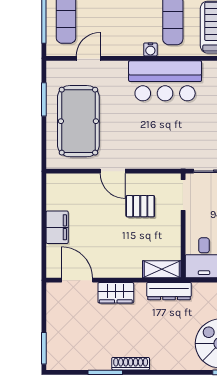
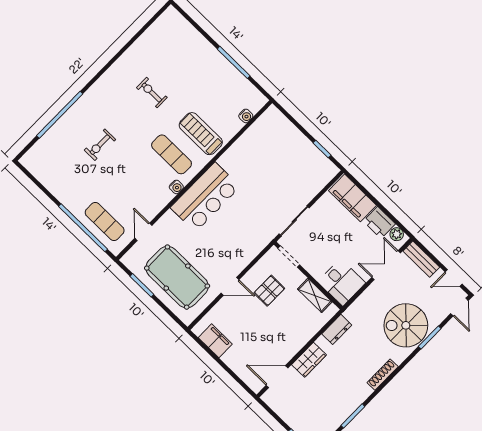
filing cabinet: (57, 227) -> (215, 341), moved
shelving: (162, 269) -> (315, 295), moved, turned 90
dresser: (169, 291) -> (337, 329), width x0.70
shoe rack: (131, 364) -> (383, 375), moved

